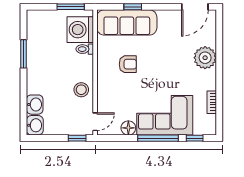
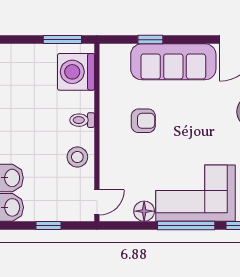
sofa: (127, 22) -> (173, 62), moved
toilet: (85, 49) -> (82, 120), moved
window: (77, 138) -> (49, 226), moved

